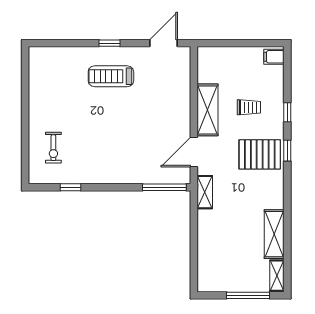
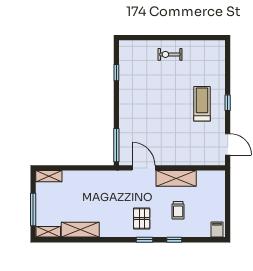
exercise bike: (53, 148) -> (170, 54), moved
pallet: (260, 154) -> (142, 219), width x0.67, depth x0.71
shelving: (205, 192) -> (49, 176), moved

